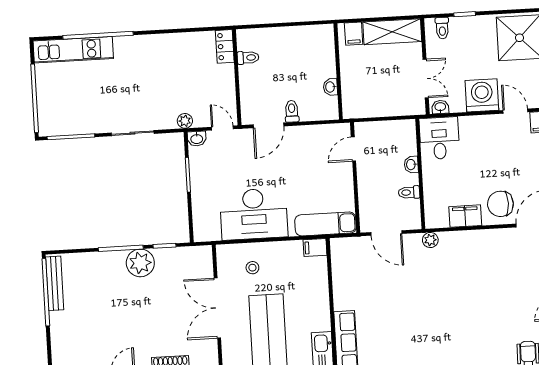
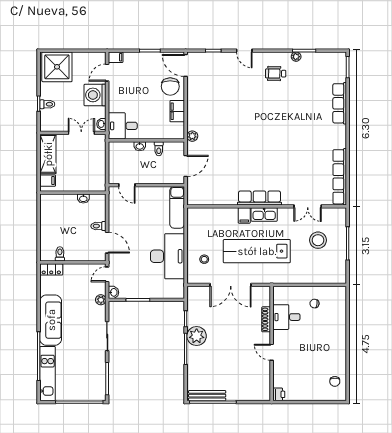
toilet: (442, 28) -> (47, 104), moved
sofa: (151, 50) -> (51, 320), added
filing cabinet: (315, 247) -> (244, 215), moved

